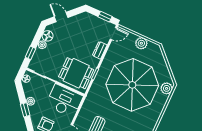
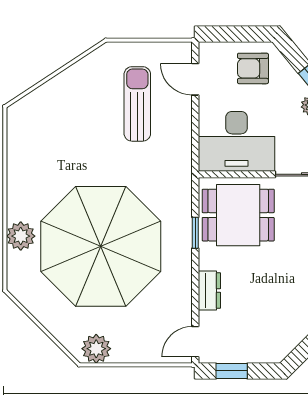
plant: (141, 43) -> (96, 349), moved
plant: (167, 88) -> (21, 236), moved

